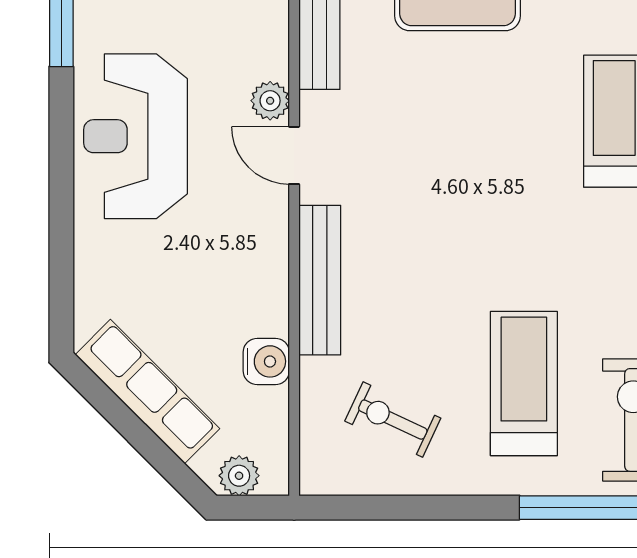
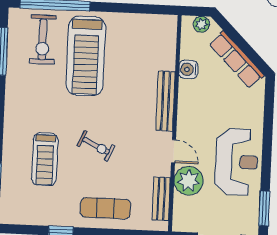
plant: (270, 101) -> (189, 181), width x1.88, depth x1.88
treadmill: (524, 384) -> (86, 56), width x1.37, depth x1.38
exercise bike: (393, 420) -> (96, 146), moved

